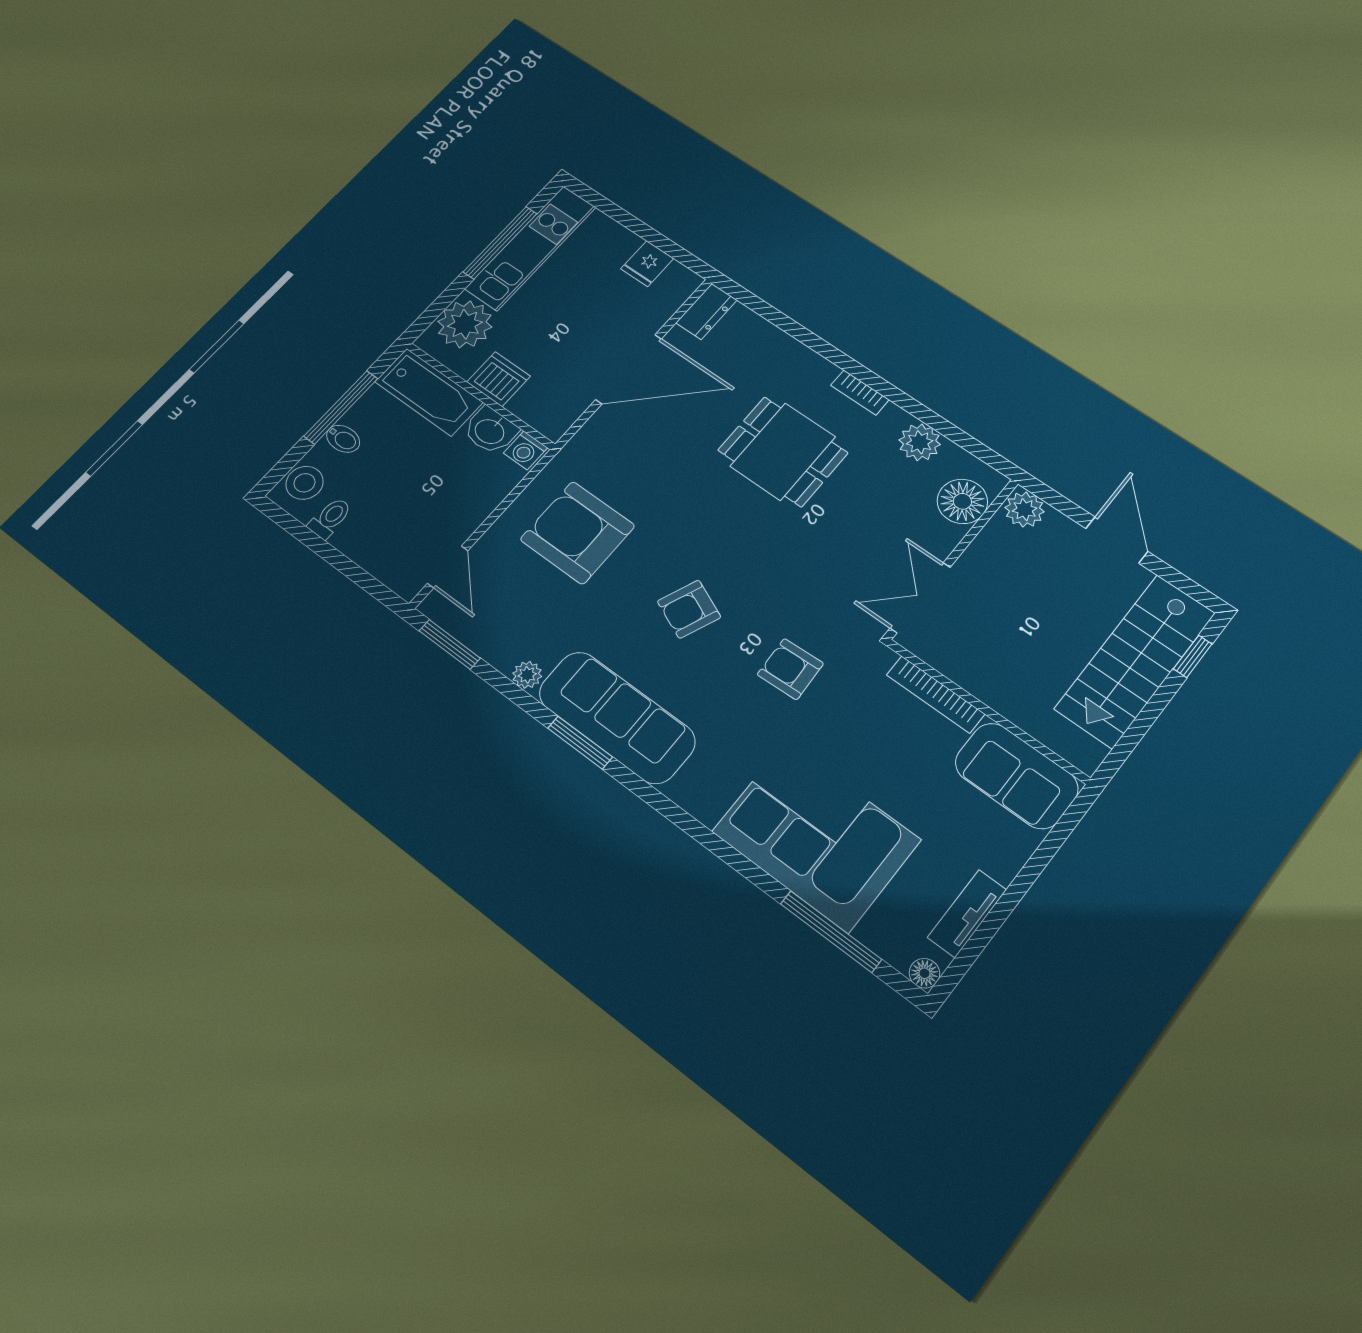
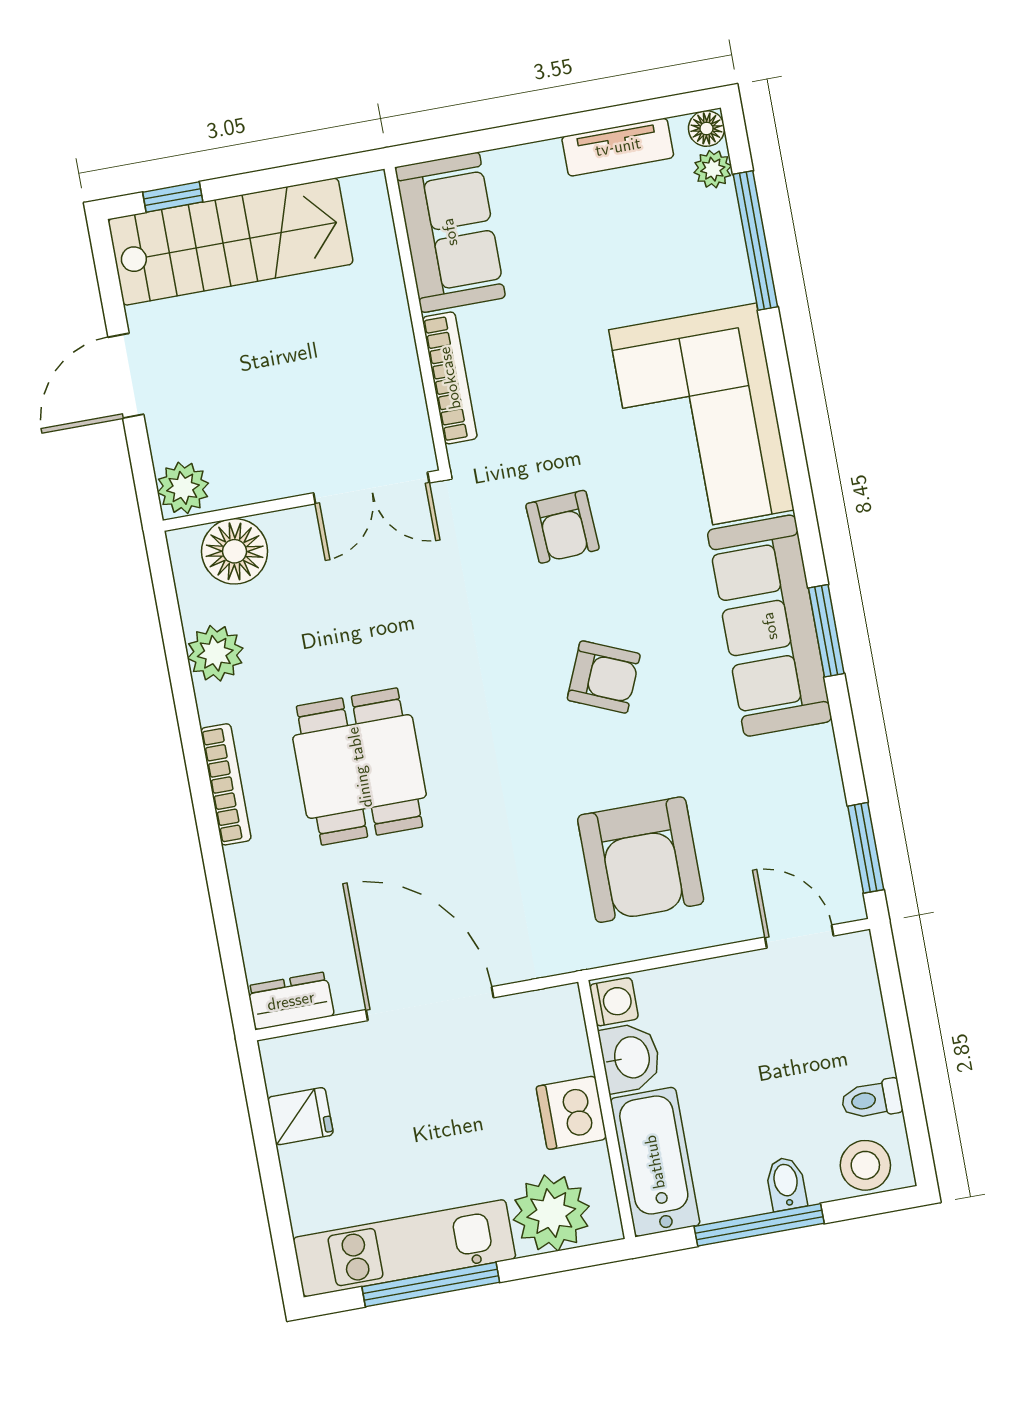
bookcase: (860, 392) -> (226, 784), width x1.56
door: (448, 567) -> (799, 937), hinge flipped
plant: (527, 675) -> (713, 169), moved
corner sofa: (816, 836) -> (701, 420), moved

